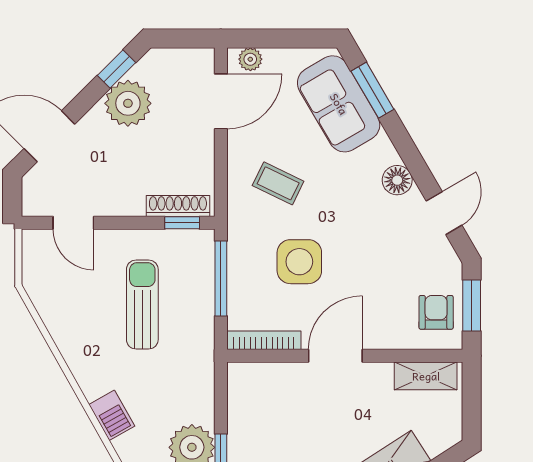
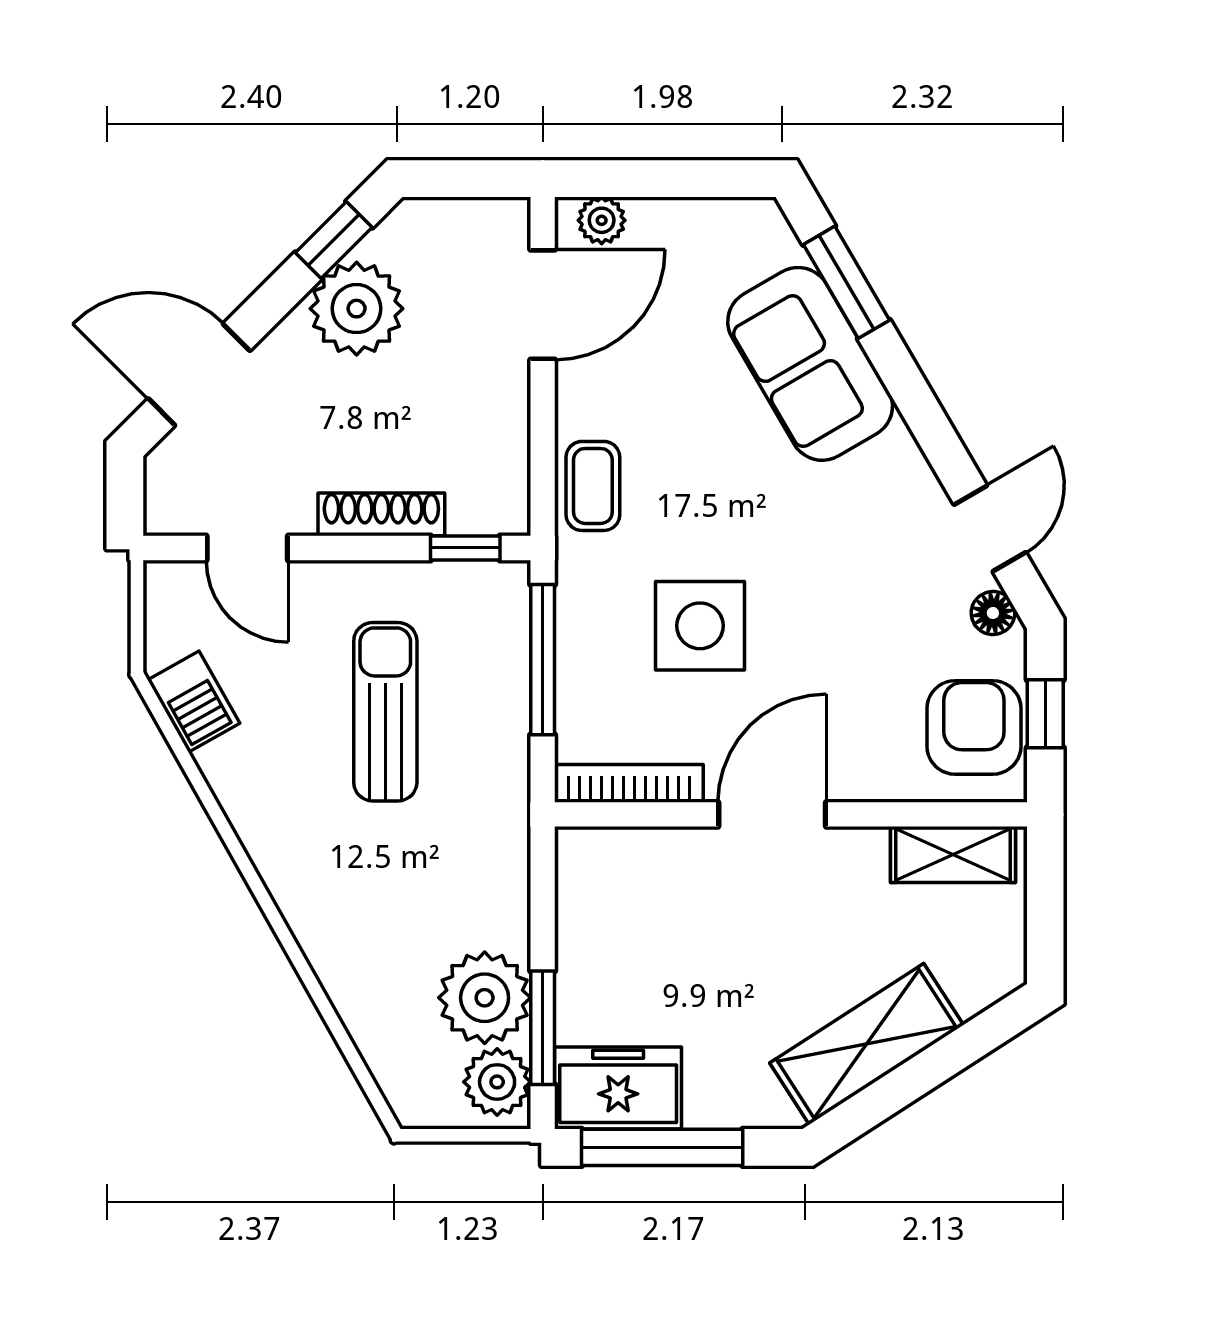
sofa: (339, 104) -> (810, 364), moved
floor lamp: (397, 180) -> (993, 613), moved, width x0.73, depth x0.73
coffee table: (278, 183) -> (593, 486), moved, turned 64
shoe rack: (178, 206) -> (381, 514), moved
window: (472, 306) -> (1045, 714), width x0.67
armchair: (436, 312) -> (974, 727), width x1.38, depth x1.38
barbecue: (112, 415) -> (194, 702), moved

